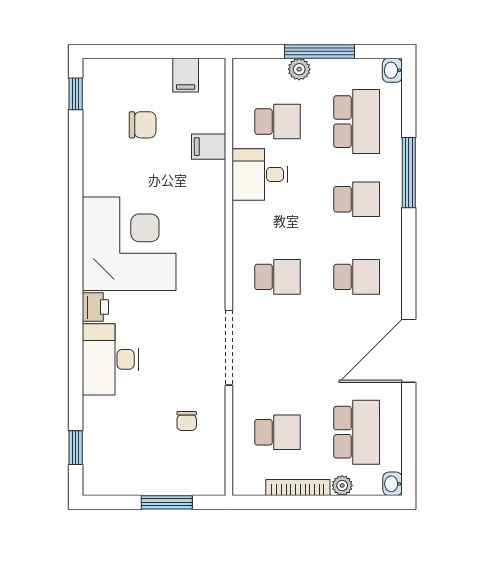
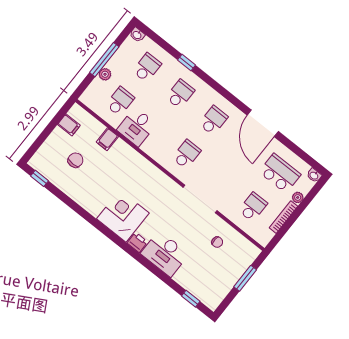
school desk: (357, 122) -> (147, 68), width x0.54
window: (409, 173) -> (187, 63), width x0.46
corner desk: (129, 244) -> (123, 216), width x0.74, depth x0.74

